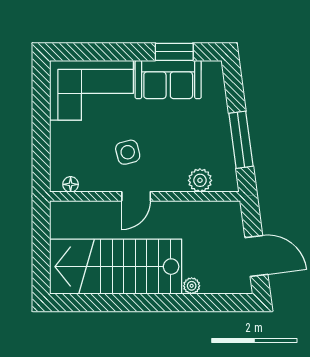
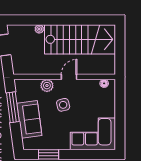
sofa: (168, 79) -> (29, 119), moved, turned 82
side table: (128, 152) -> (63, 105), moved
plant: (200, 180) -> (47, 86), moved

